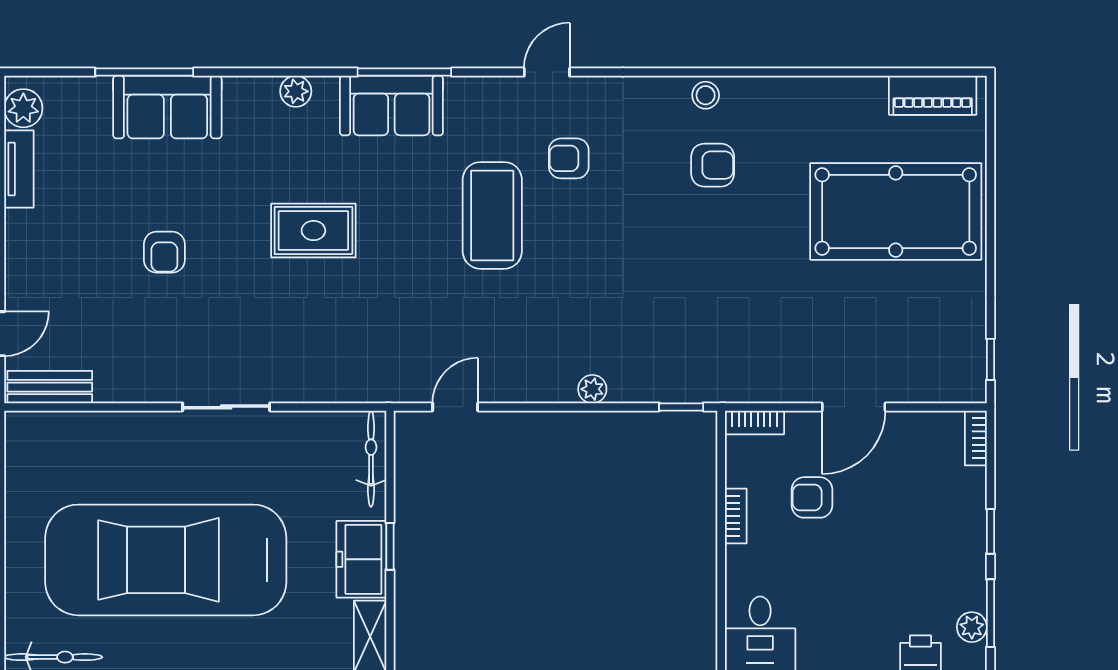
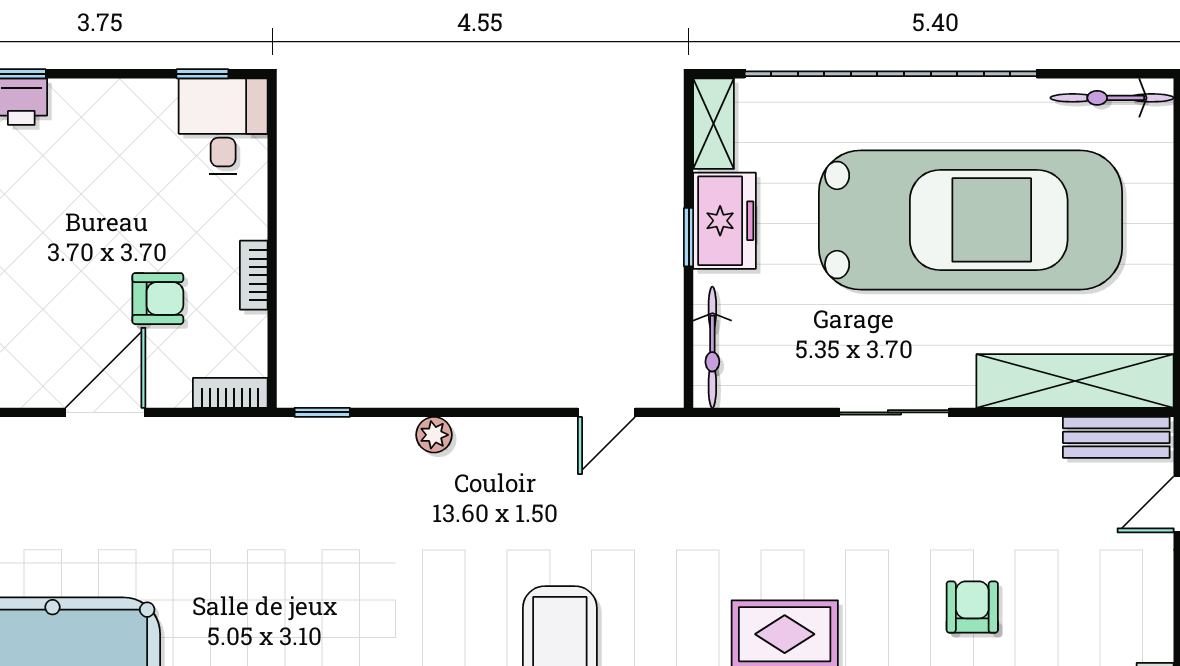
shelving: (83, 432) -> (1075, 381), added

